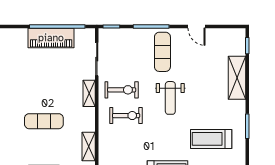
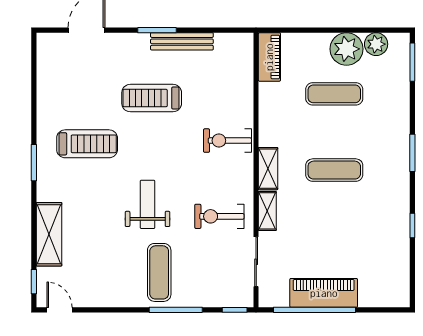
door: (197, 26) -> (59, 310), moved
exercise bike: (126, 116) -> (227, 141), moved
shelving: (89, 147) -> (268, 169), moved

